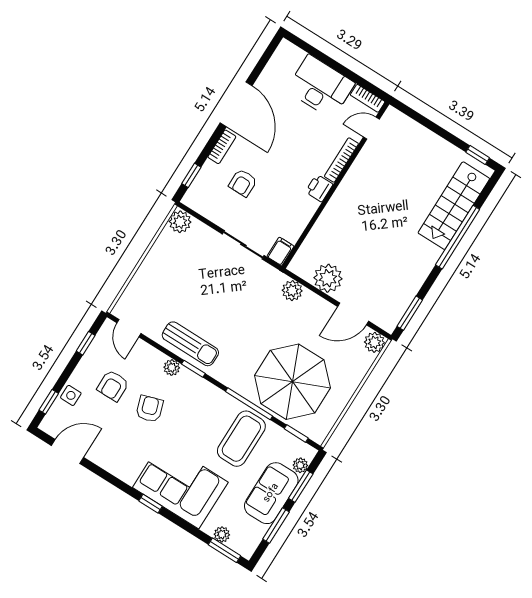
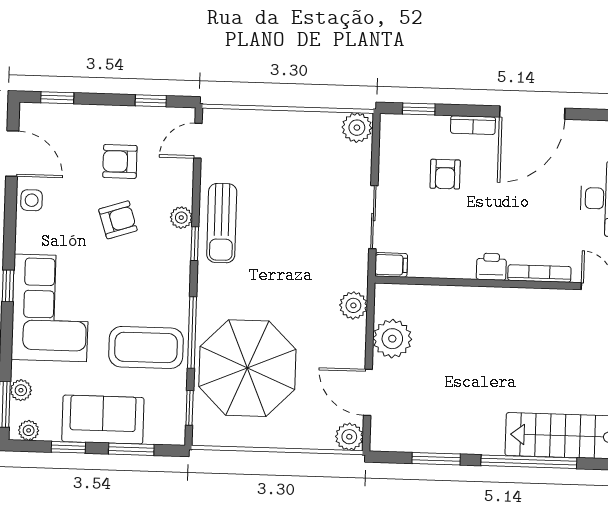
armchair: (243, 183) -> (445, 174), turned -90
window: (410, 313) -> (436, 459), moved
side table: (71, 395) -> (32, 200), moved
plant: (300, 465) -> (29, 430), moved
window: (276, 525) -> (68, 447), width x0.67

